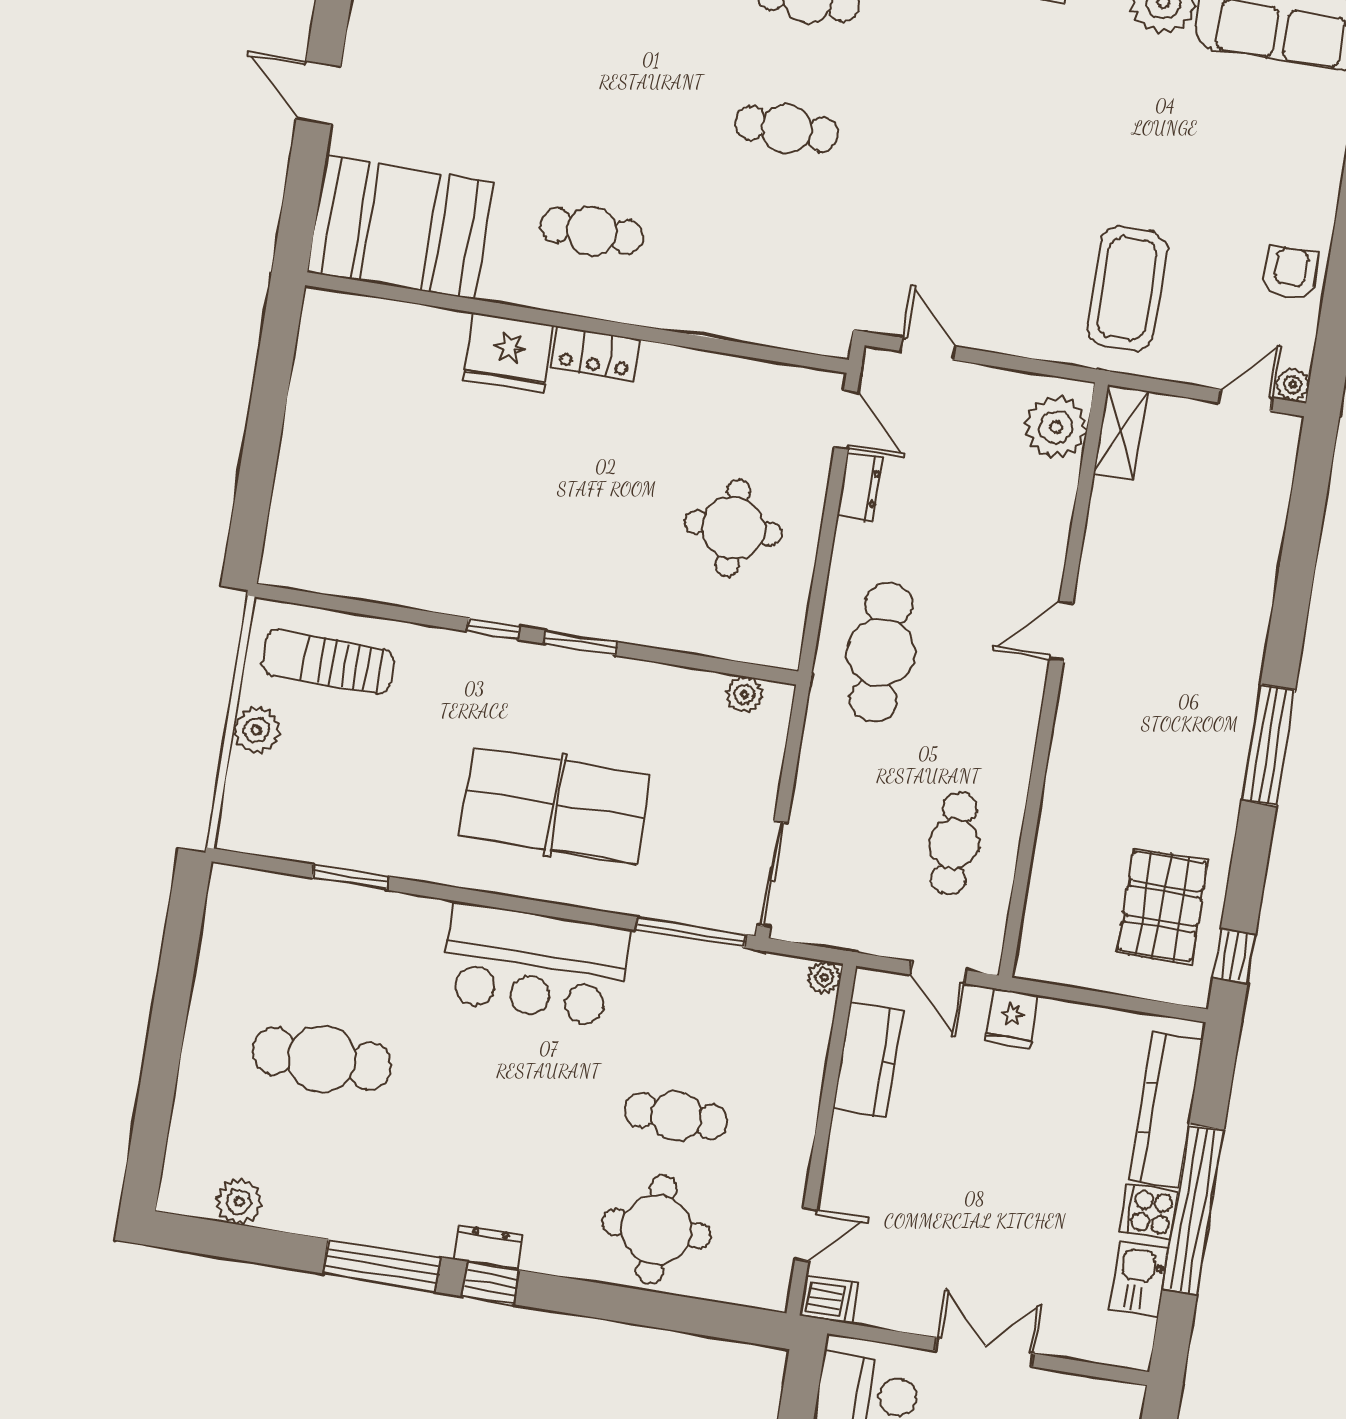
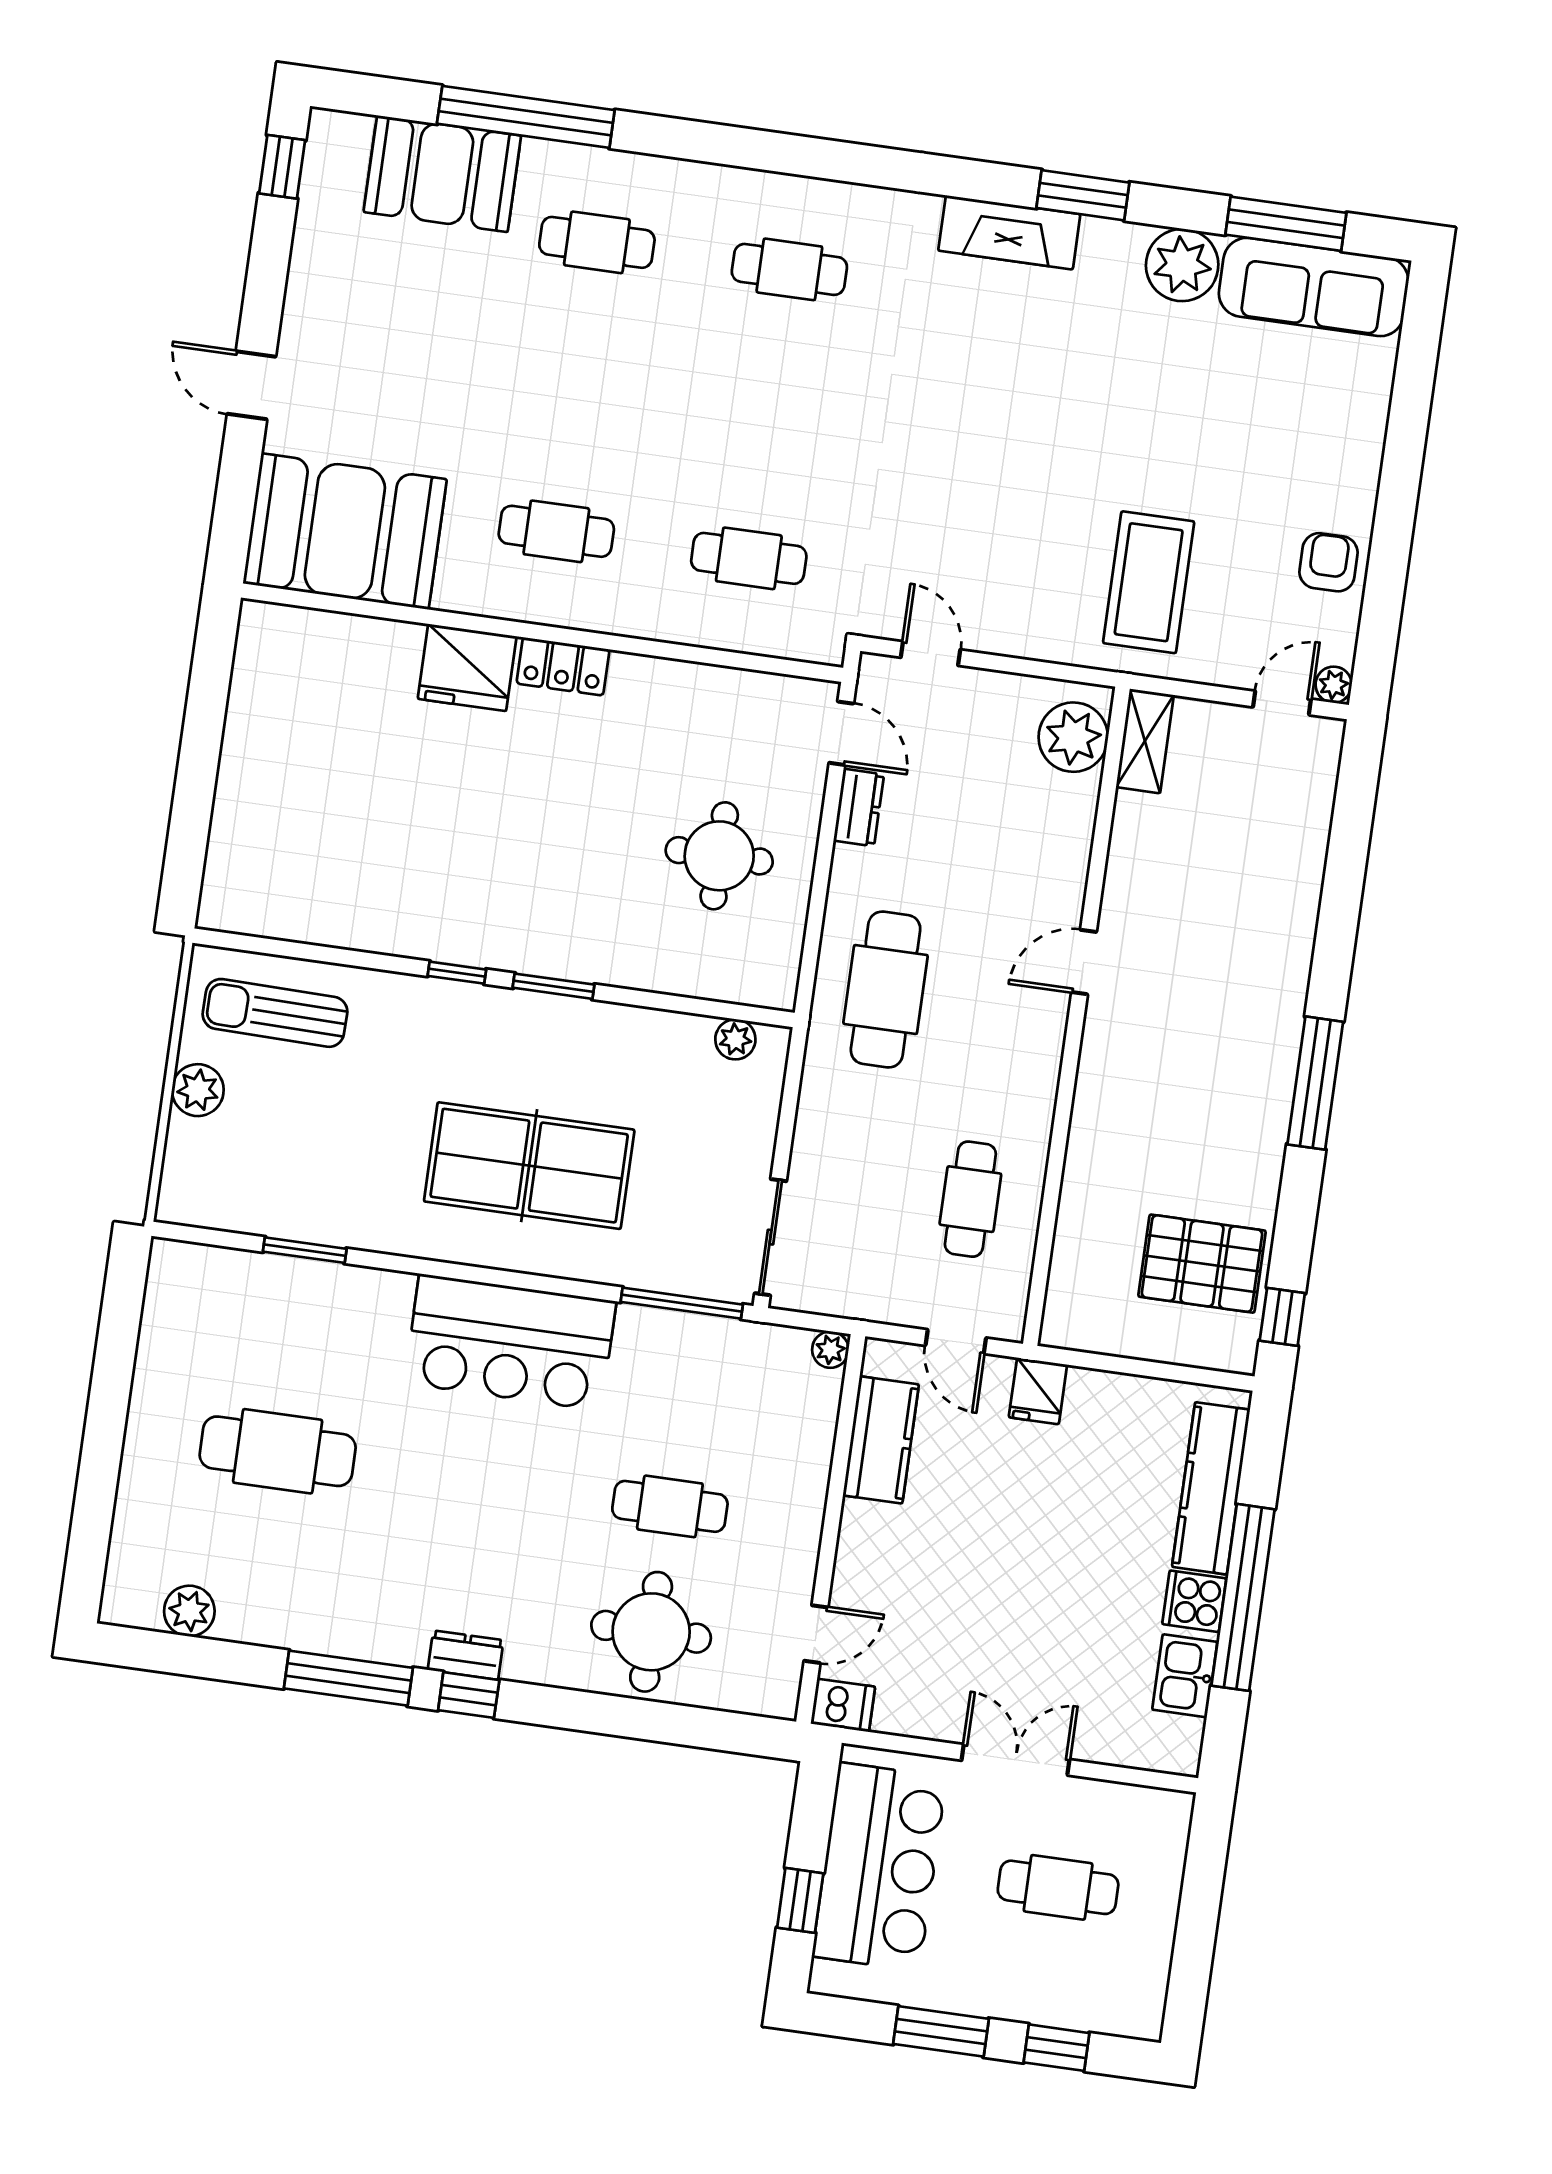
cafe table: (787, 129) -> (749, 558), moved
pallet: (1162, 906) -> (1202, 1264), turned 90

